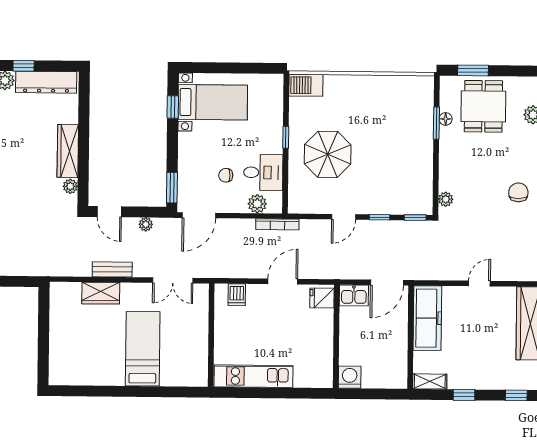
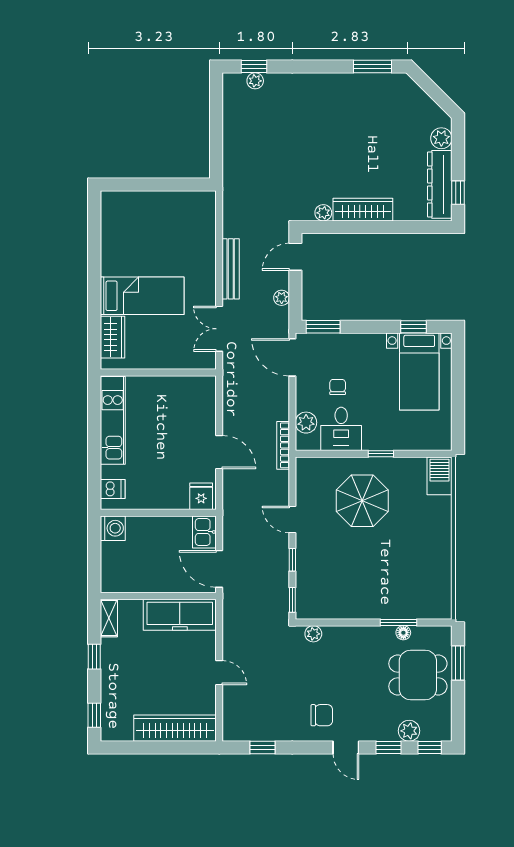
window: (24, 66) -> (458, 193), moved
bench: (112, 269) -> (231, 269), width x1.36
wardrobe: (101, 293) -> (112, 337), moved, turned 180
dishwasher: (237, 295) -> (113, 489), moved, turned 180

